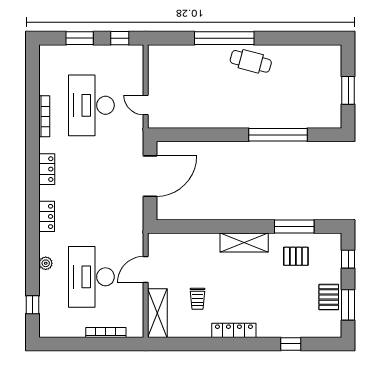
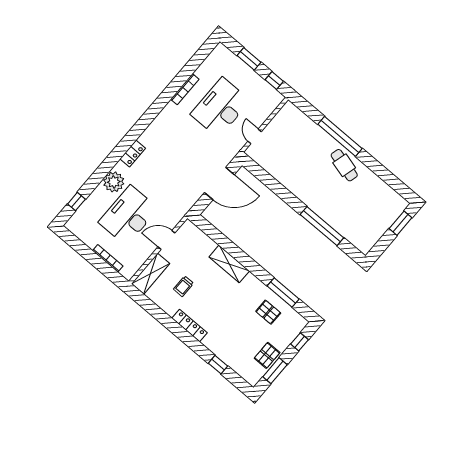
window: (348, 90) -> (400, 223), moved
locker: (47, 169) -> (158, 124), removed
shelving: (244, 243) -> (229, 264), moved
plant: (46, 263) -> (114, 182), width x1.88, depth x1.88

